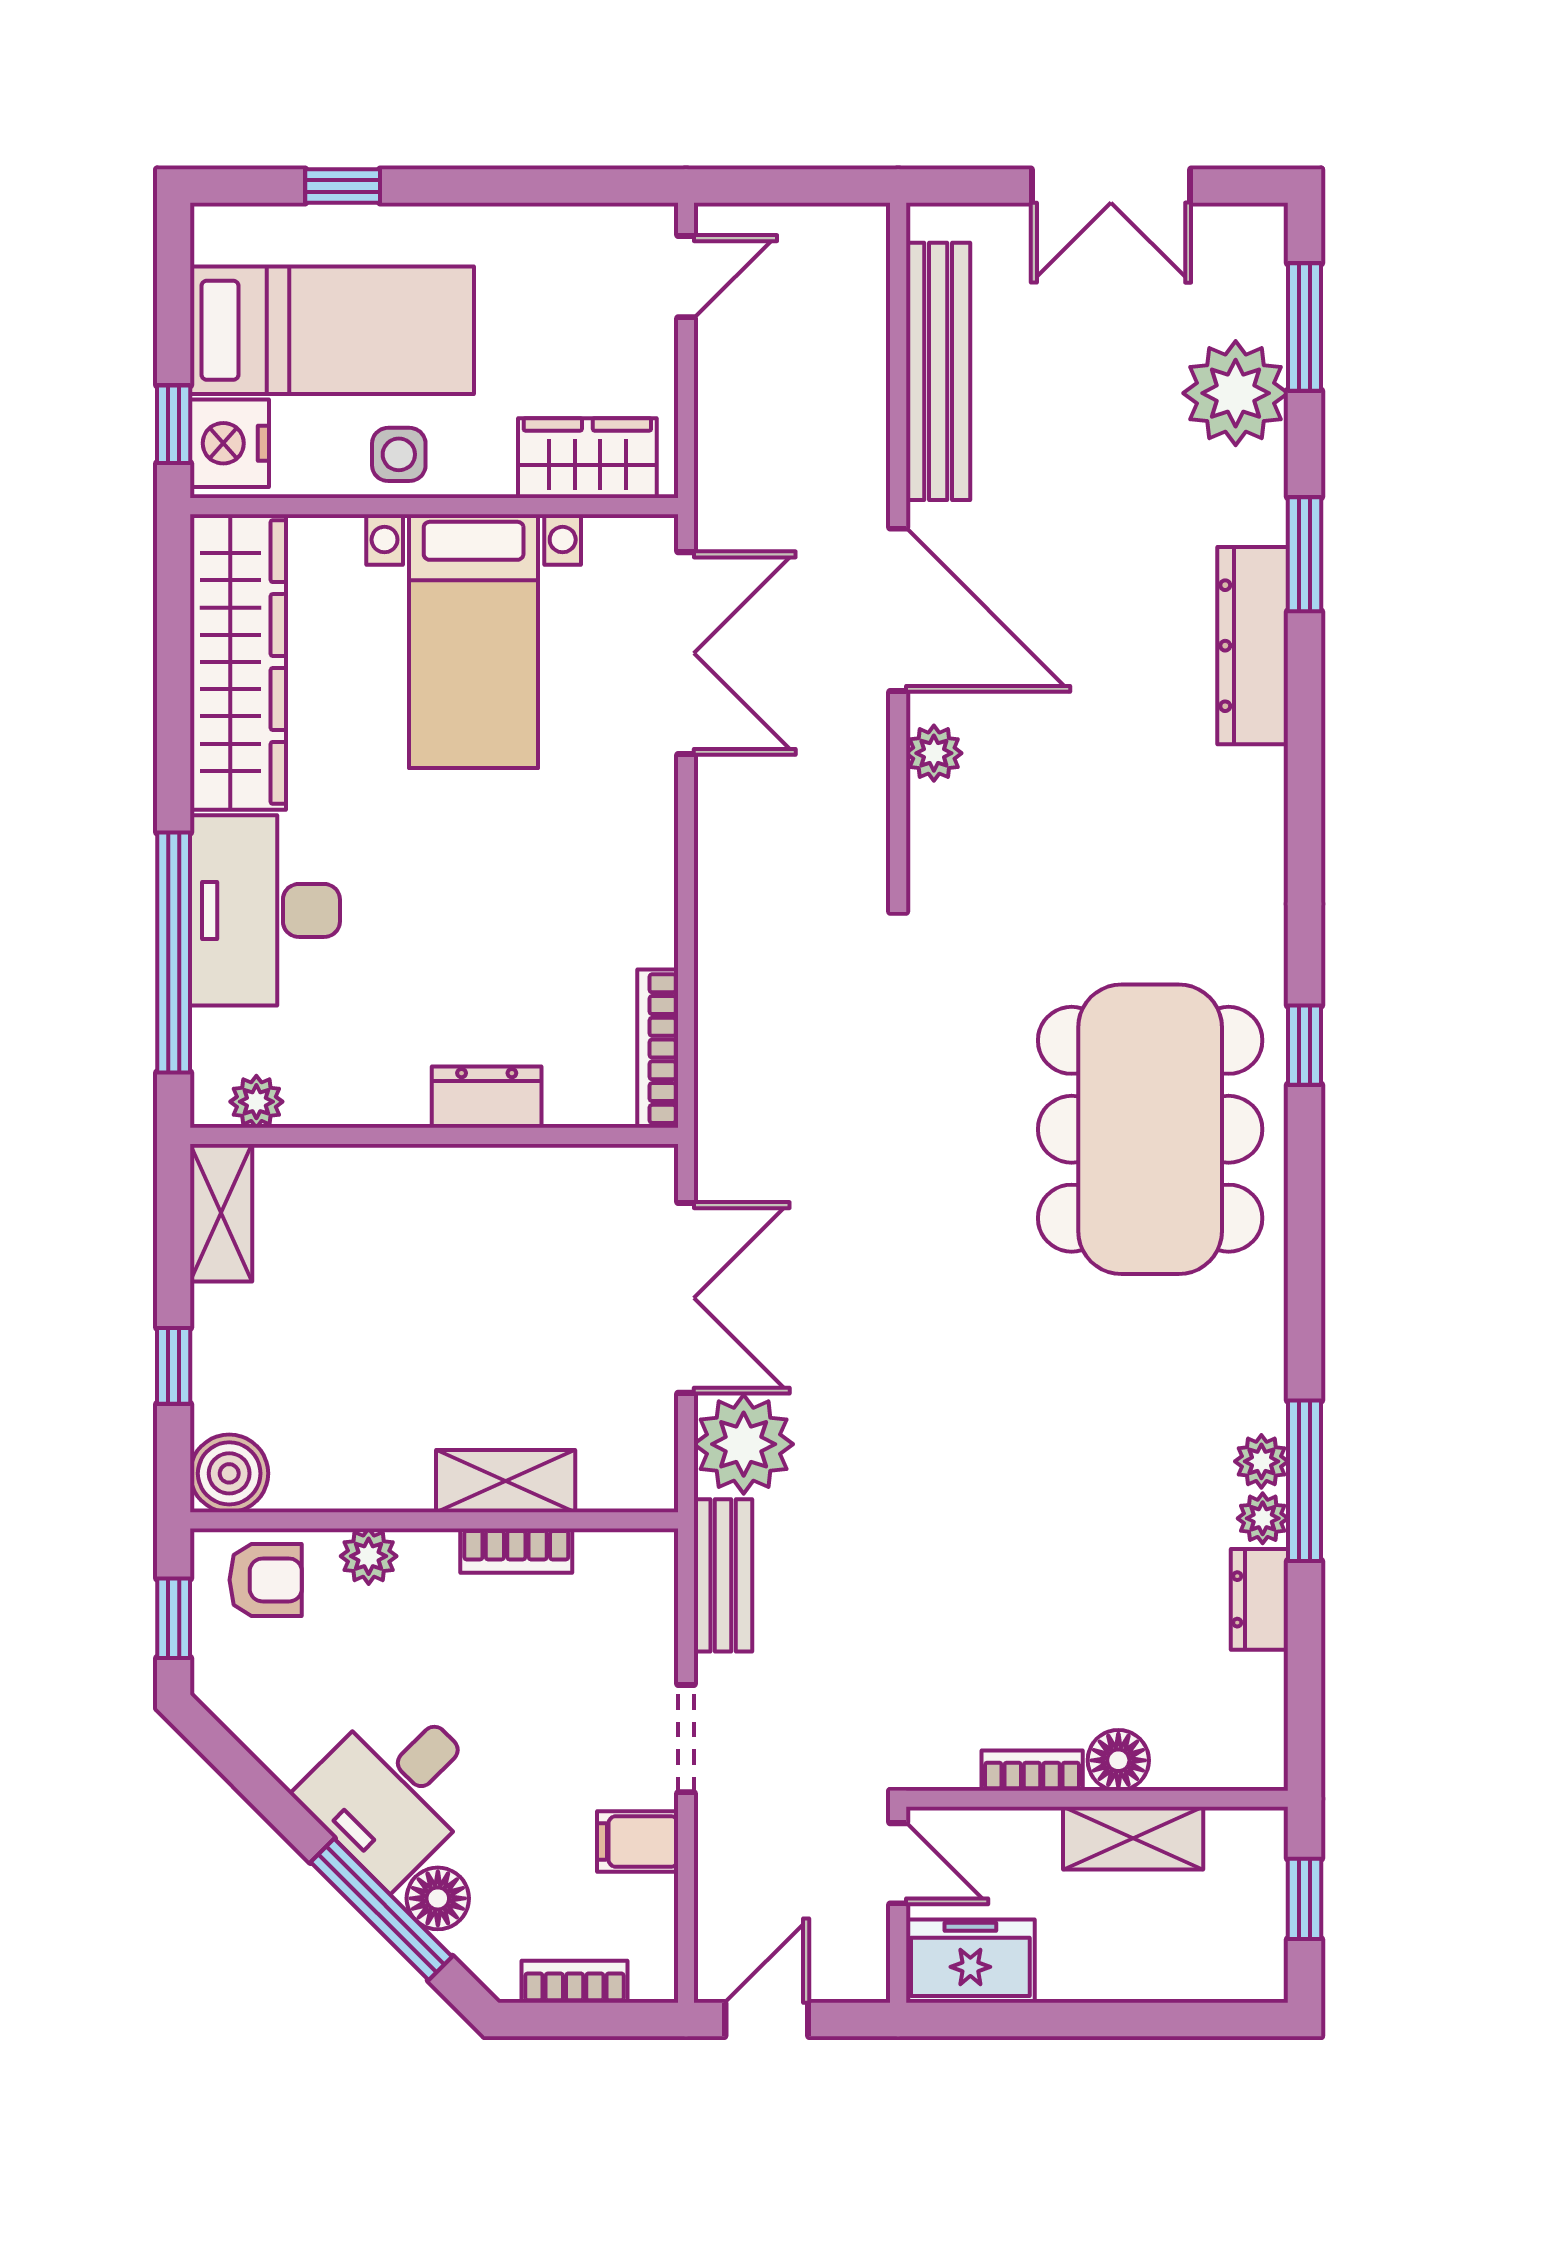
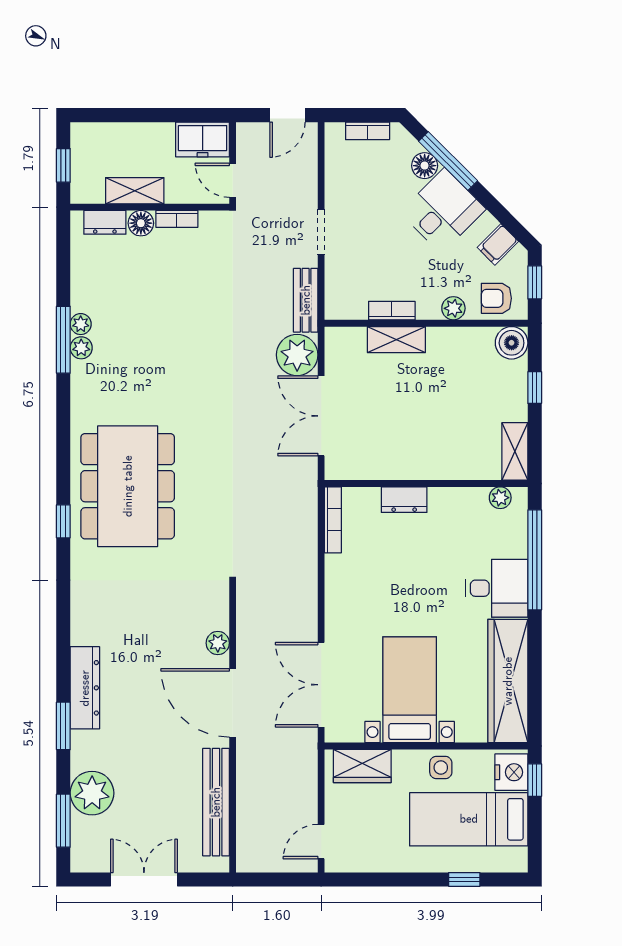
desk: (265, 910) -> (497, 588), width x0.73
dresser: (1259, 1599) -> (105, 222), moved, turned 90
filing cabinet: (638, 1841) -> (498, 244), moved, turned 135

